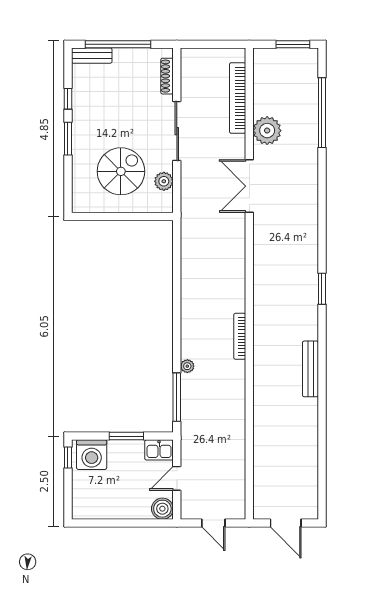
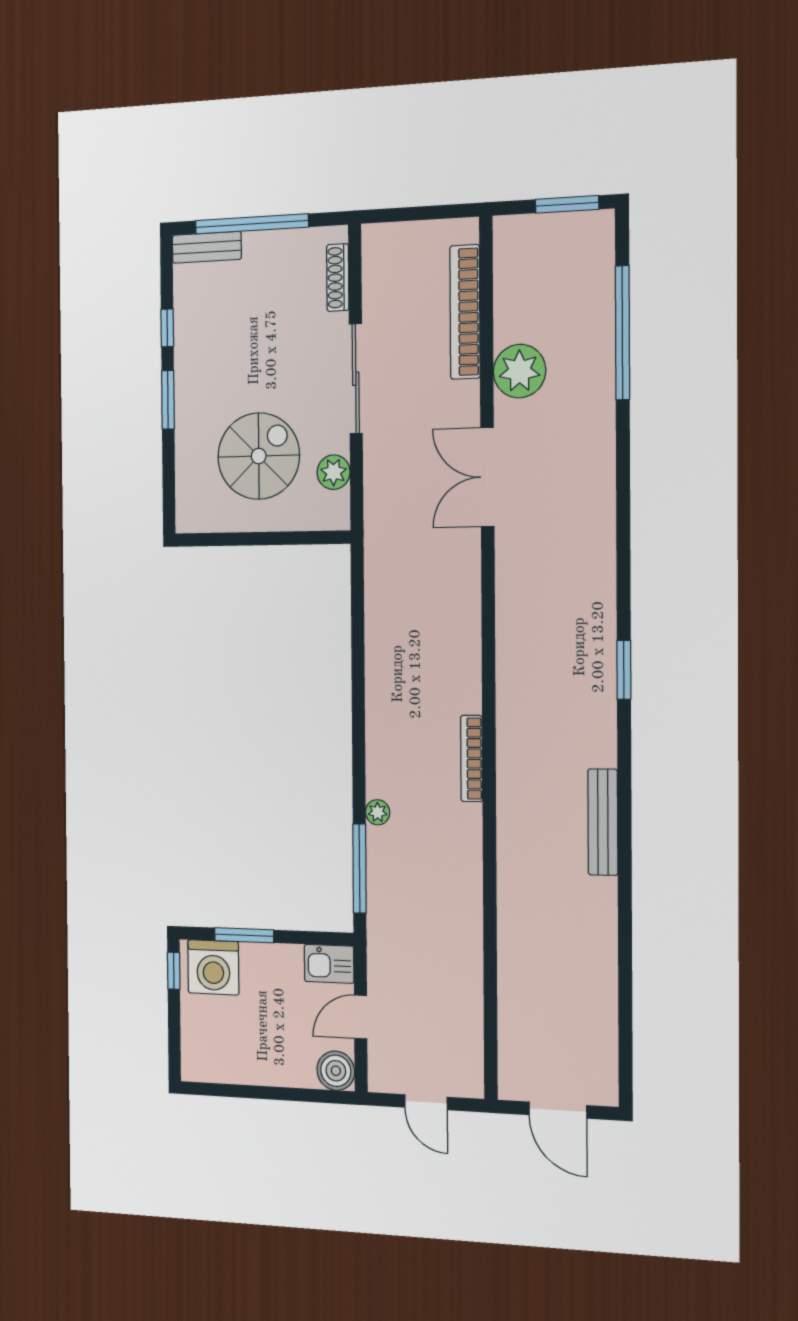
window: (126, 436) -> (244, 935), moved

